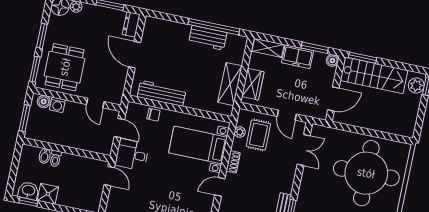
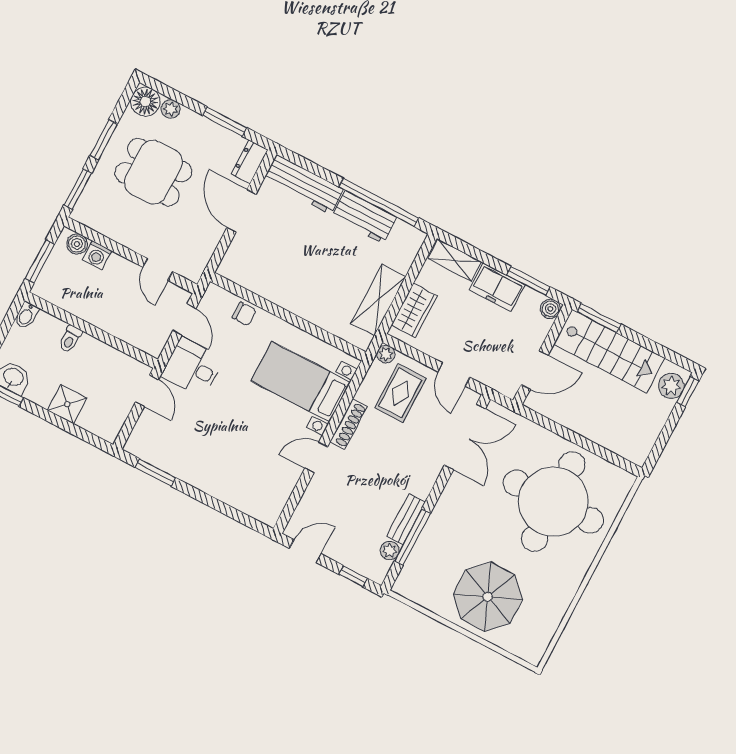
dining table: (65, 67) -> (153, 172), moved, turned 90
workbench: (162, 93) -> (304, 184), moved, turned 180
plant: (240, 132) -> (386, 354), moved
double door: (304, 150) -> (465, 437), width x1.37
bidet: (45, 156) -> (26, 315), moved
shoe rack: (233, 162) -> (349, 424), width x1.43
shower: (48, 194) -> (67, 404), moved

